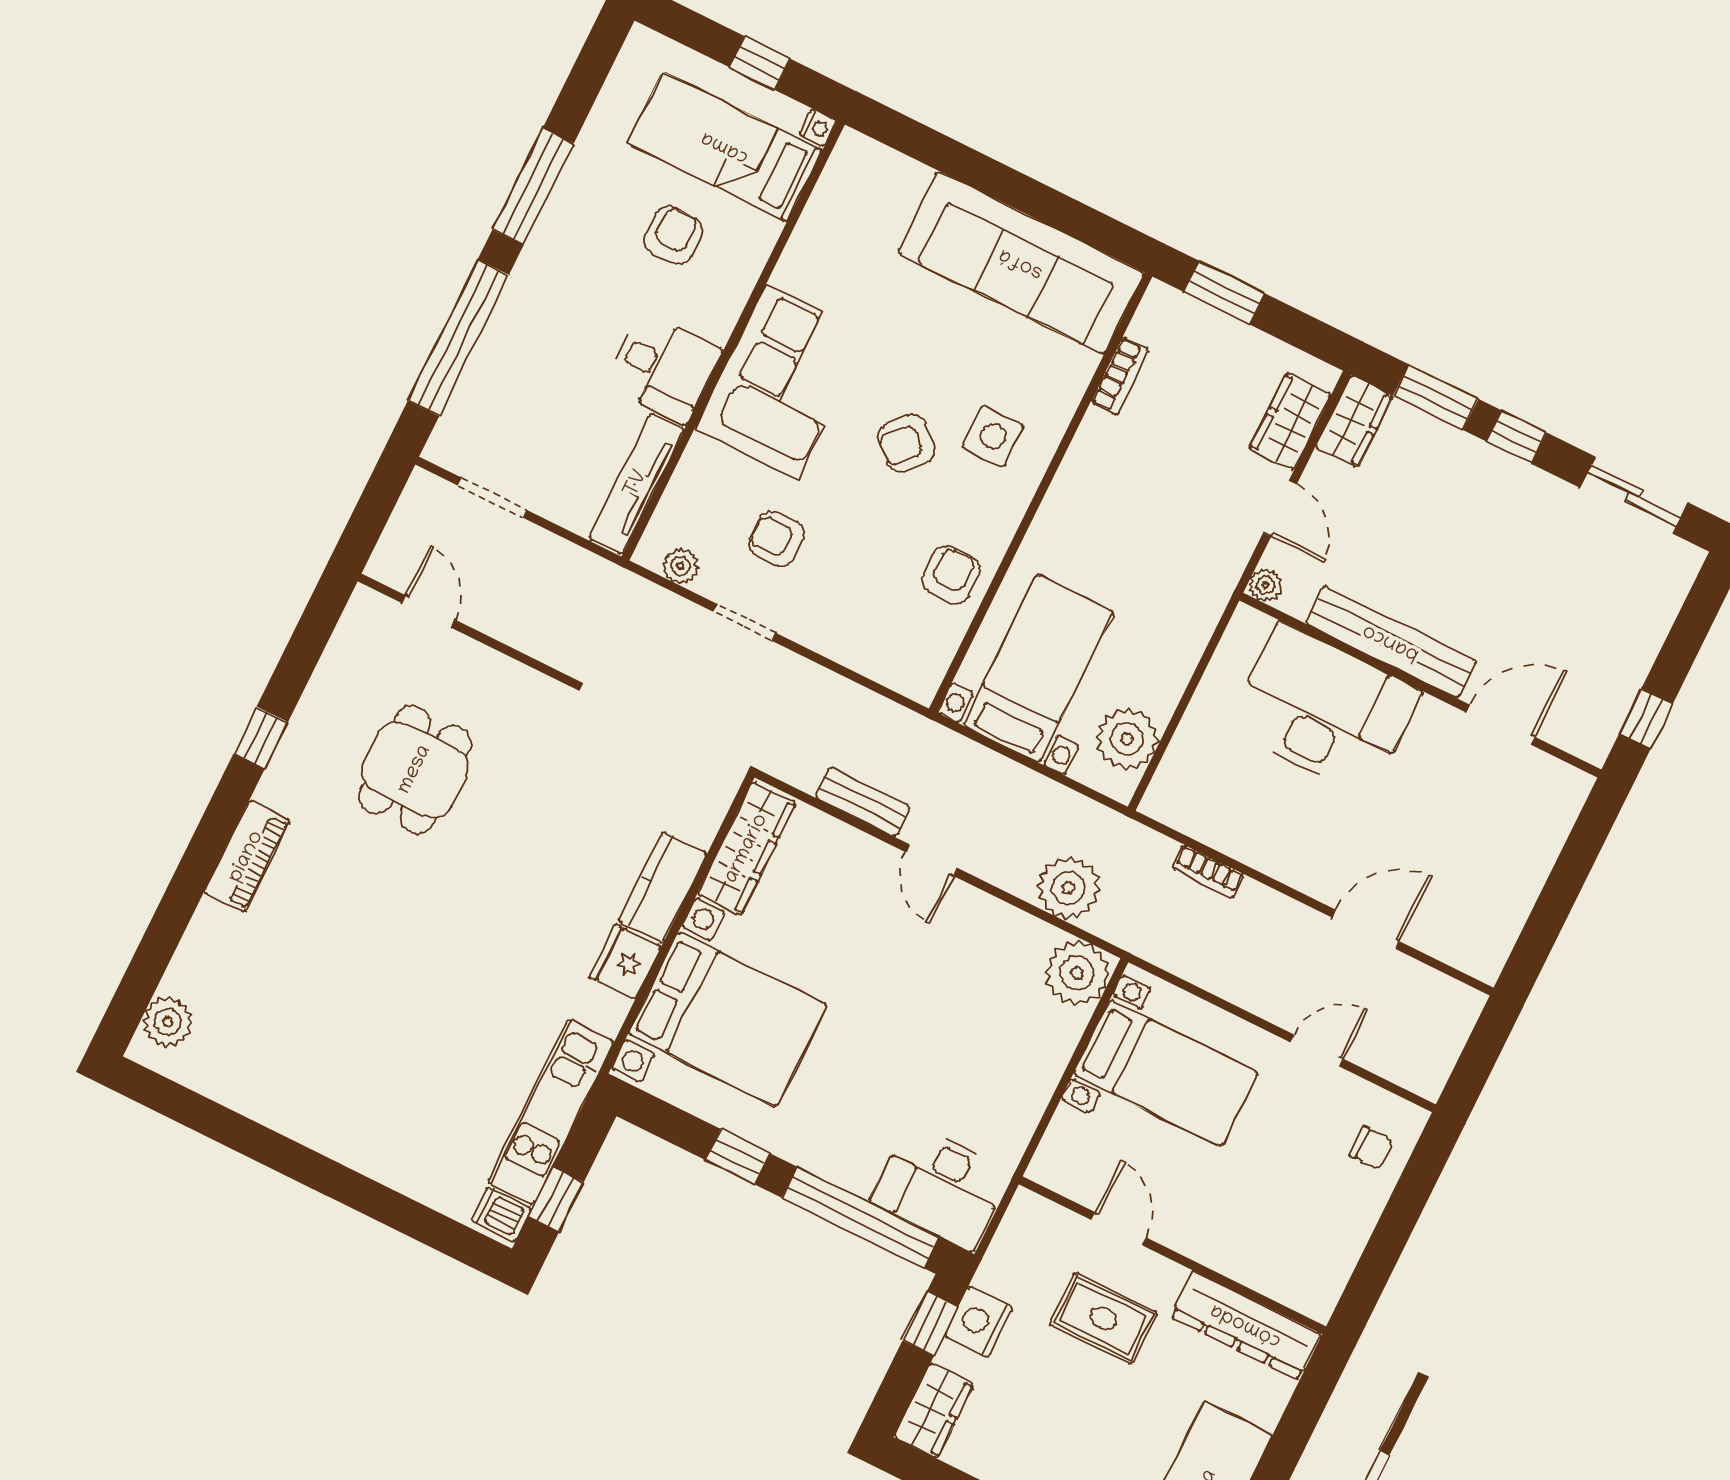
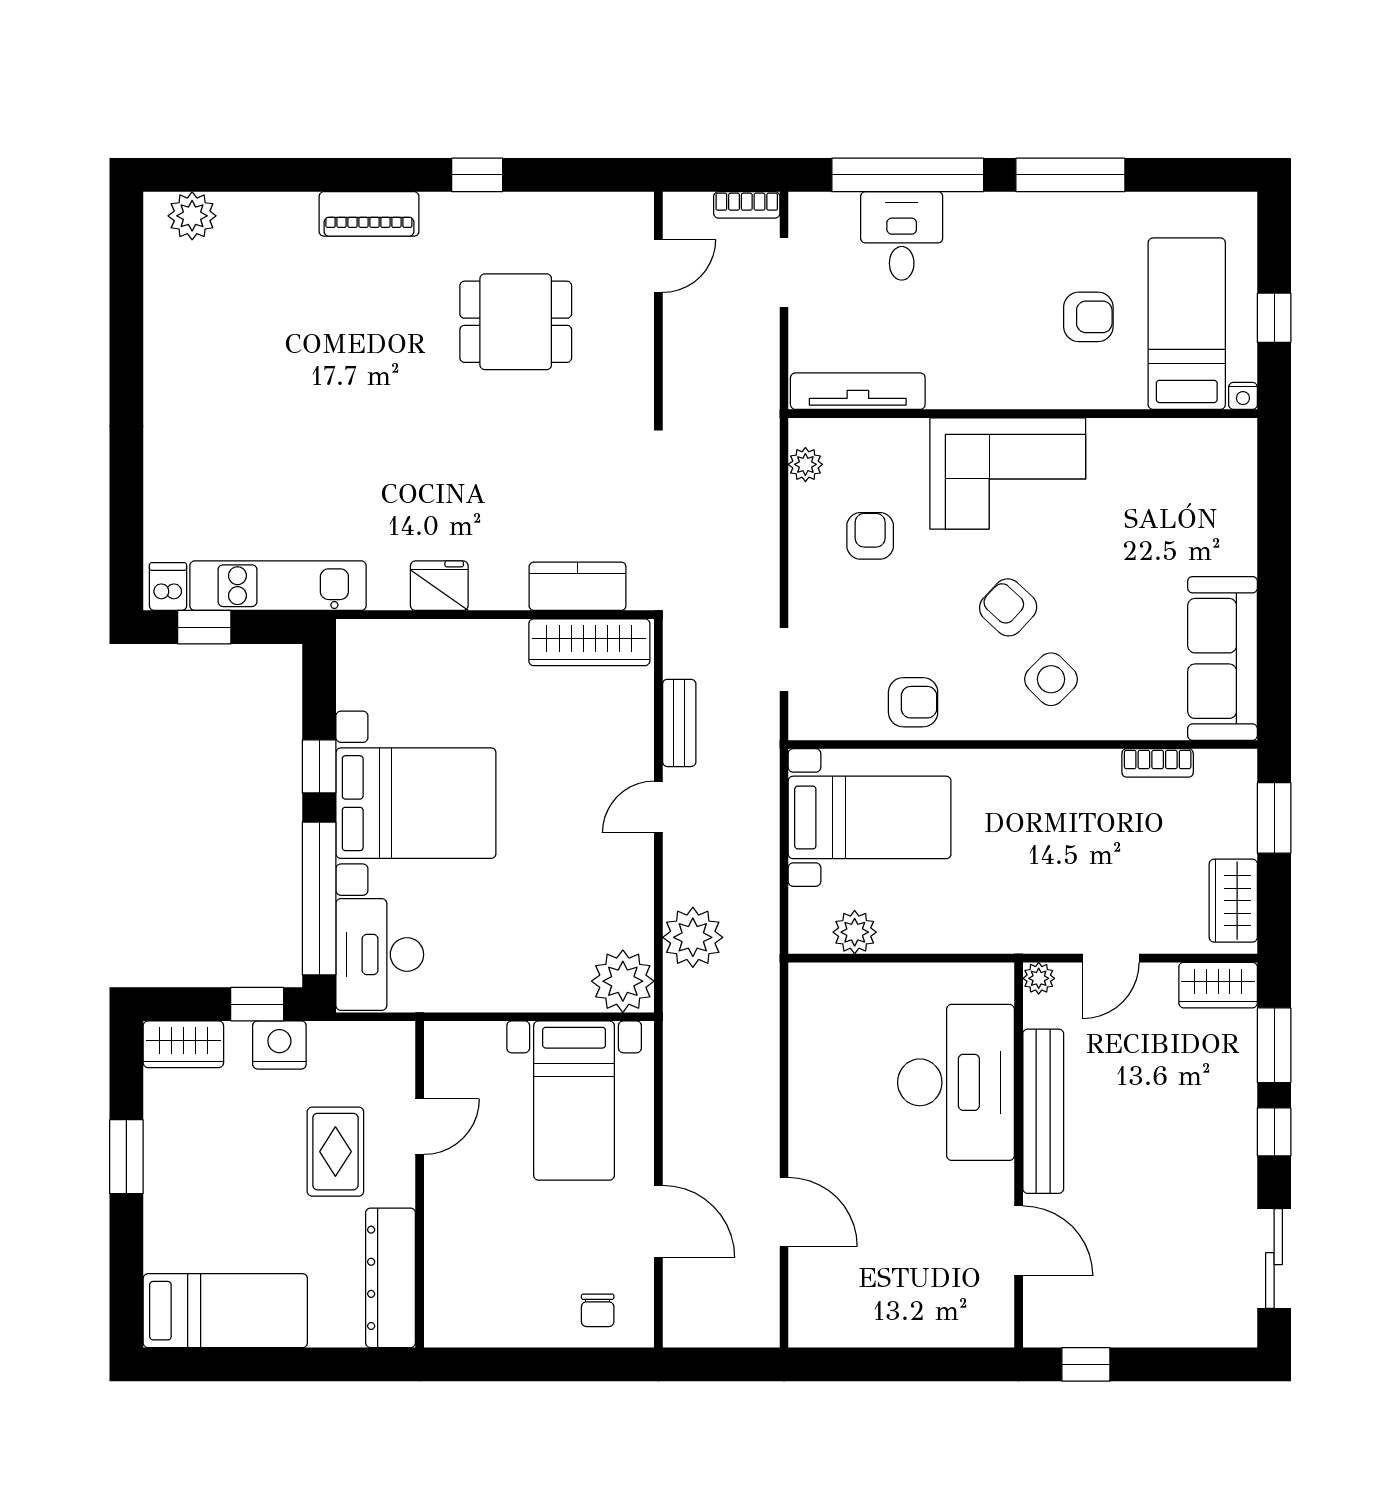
sofa: (1021, 263) -> (1223, 658), width x0.74, depth x0.79
desk: (664, 368) -> (902, 236), moved, turned 180
wardrobe: (1290, 422) -> (1233, 901), moved, turned -90
side table: (993, 436) -> (1051, 679), turned 45
doorway: (744, 622) -> (784, 660), moved
plant: (1127, 739) -> (855, 932), width x0.73, depth x0.73
bookcase: (1208, 872) -> (747, 205), moved, turned -90
kitchen counter: (663, 887) -> (578, 586), moved
bed with nightstands: (728, 1020) -> (416, 803), moved, turned -90
door: (1317, 1050) -> (658, 1221), width x1.38

